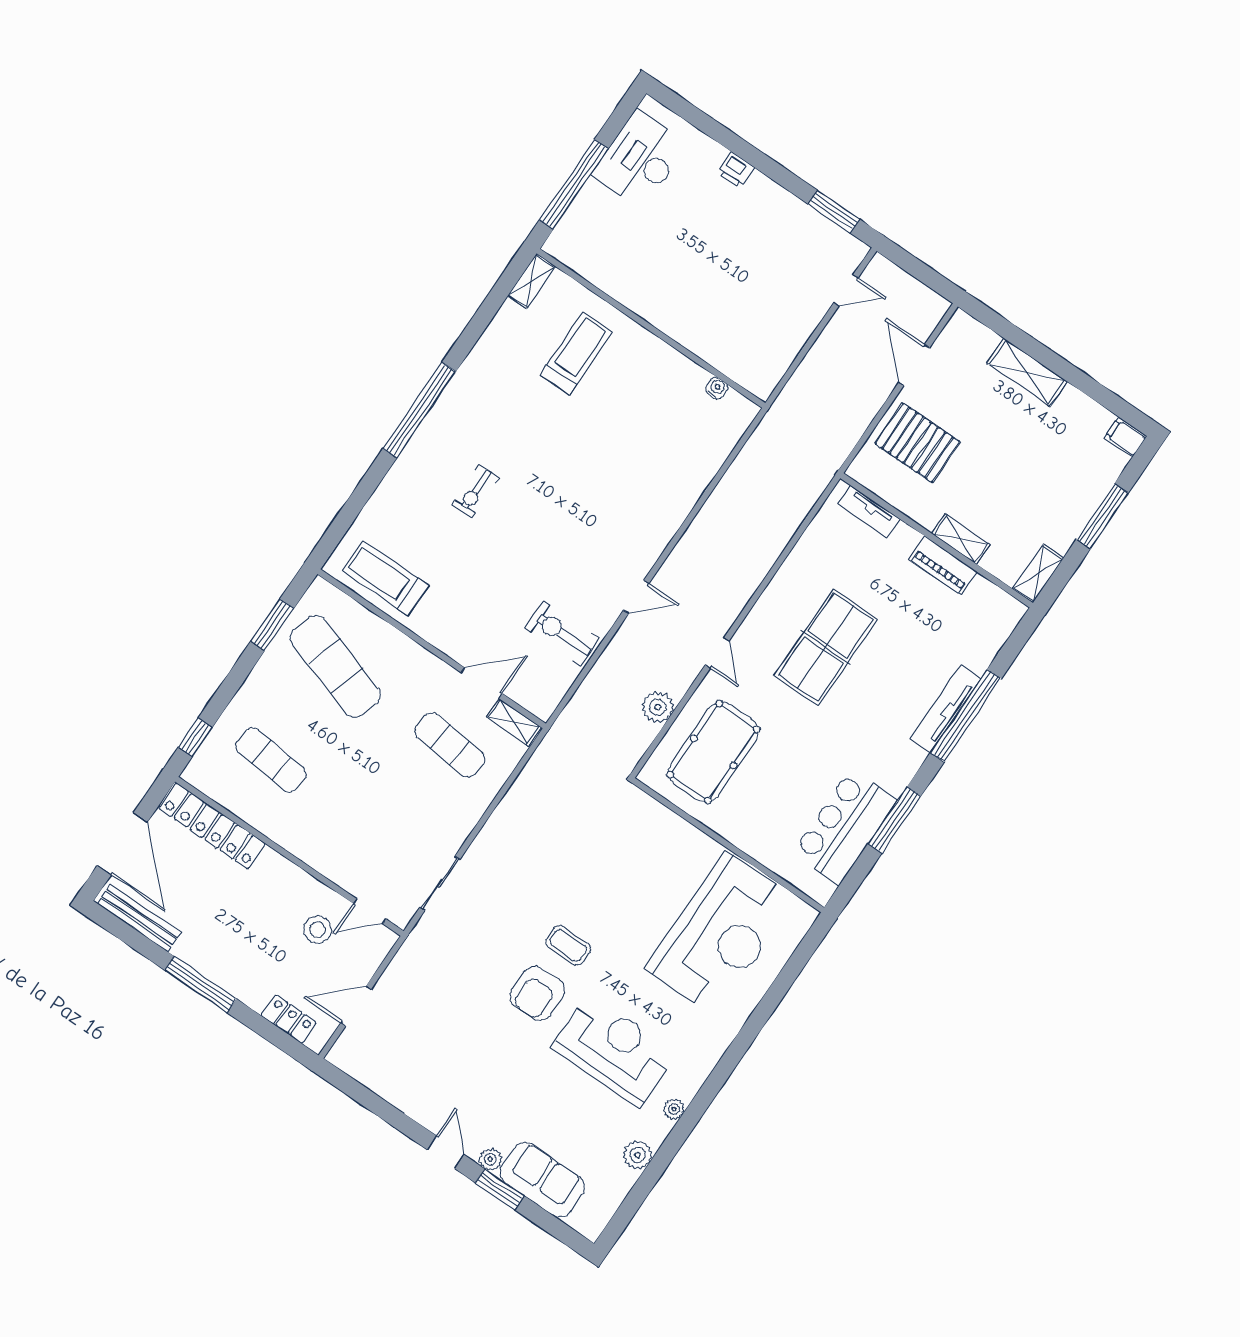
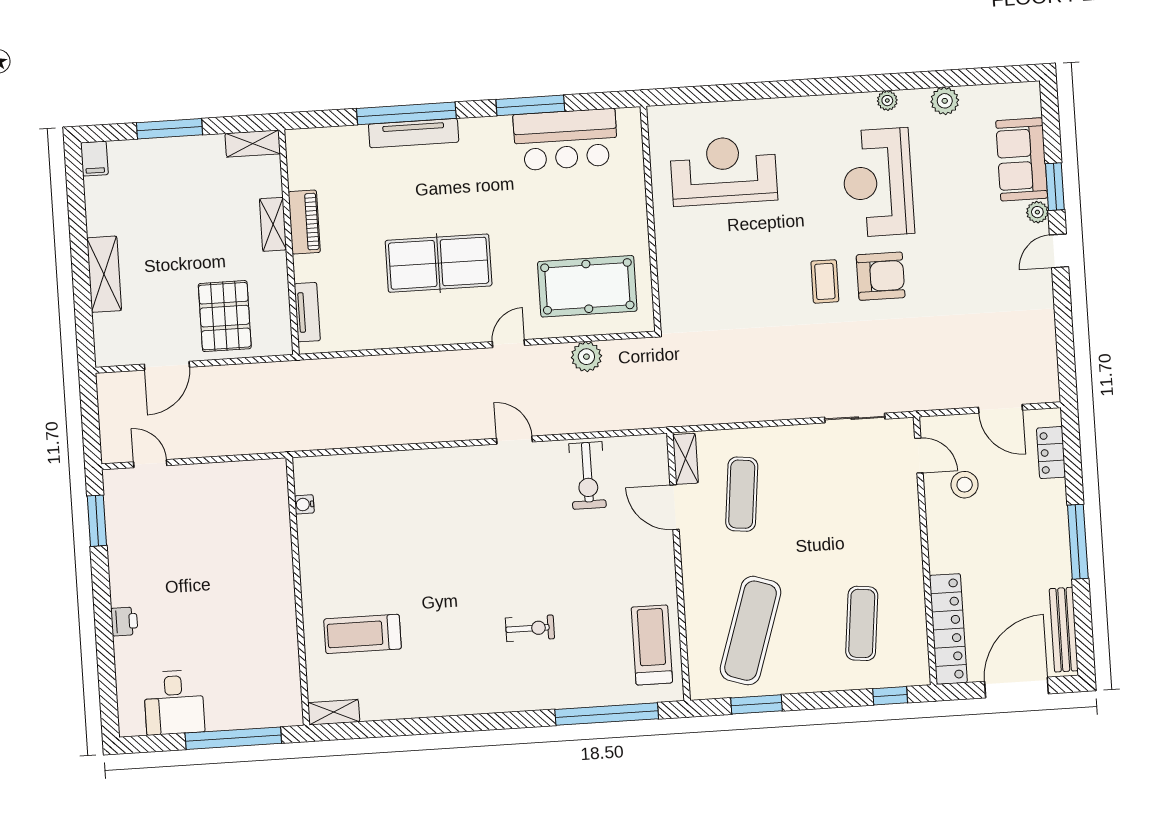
desk: (640, 159) -> (174, 702), width x0.73
window: (419, 410) -> (607, 714), moved
treadmill: (386, 578) -> (652, 645), turned 180
reception desk: (721, 934) -> (724, 171), width x0.74, depth x0.77

